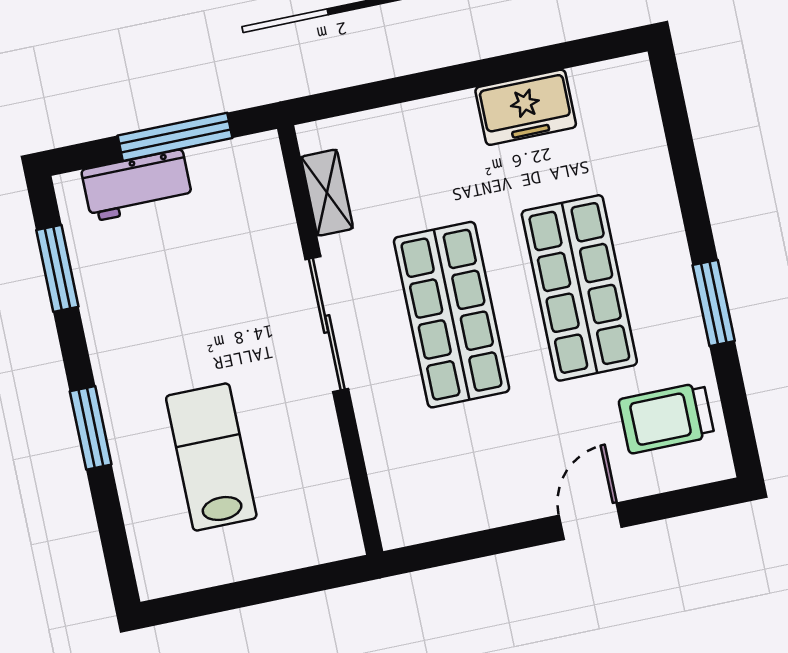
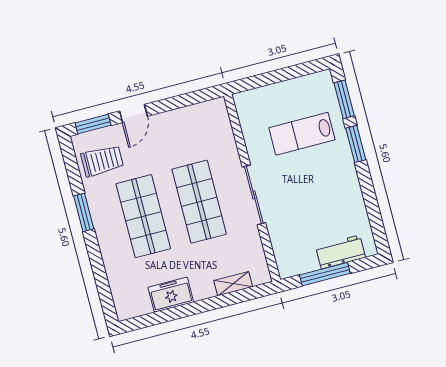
shelving: (327, 193) -> (233, 284), moved, turned 90
window: (57, 268) -> (344, 99), moved
lab bench: (211, 457) -> (302, 134), turned 90
window: (683, 502) -> (93, 124), added

